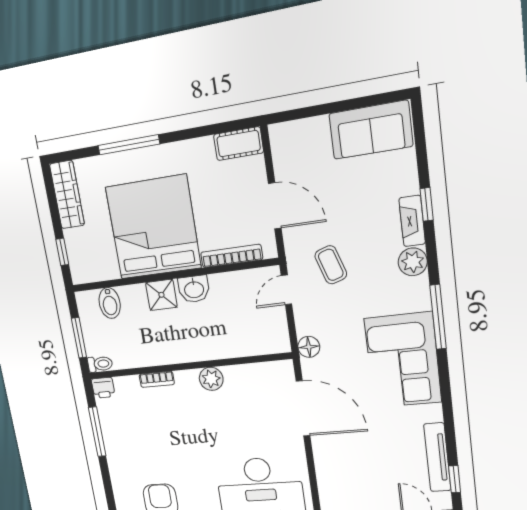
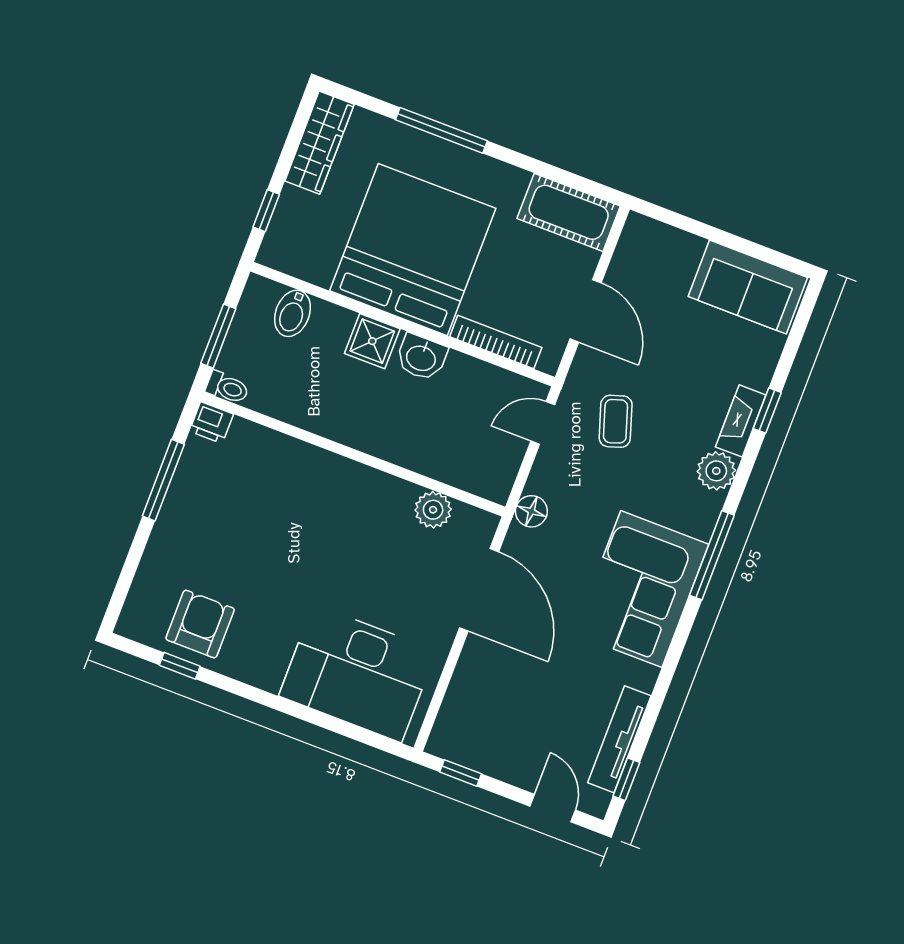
cot: (239, 144) -> (569, 212), width x1.37, depth x1.34
bookcase: (157, 379) -> (298, 450), removed
plant: (211, 379) -> (433, 510), moved

